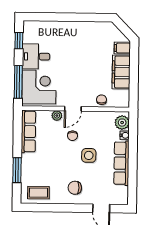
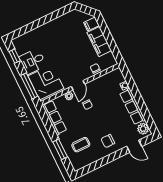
plant: (122, 123) -> (143, 129), moved
side table: (89, 155) -> (106, 113), removed
coffee table: (38, 193) -> (81, 145), moved

